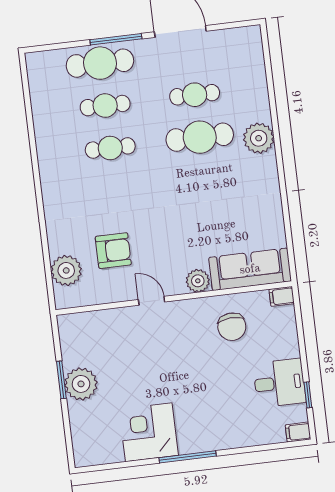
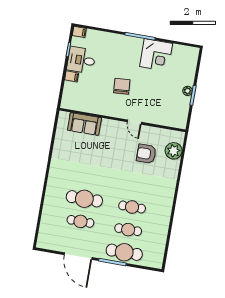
plant: (259, 138) -> (54, 189), removed
sofa: (250, 269) -> (84, 124), width x0.73
plant: (198, 281) -> (108, 125), removed
filing cabinet: (282, 296) -> (72, 76), moved
chair: (232, 327) -> (122, 86), moved
plant: (81, 384) -> (188, 91), width x0.53, depth x0.53

